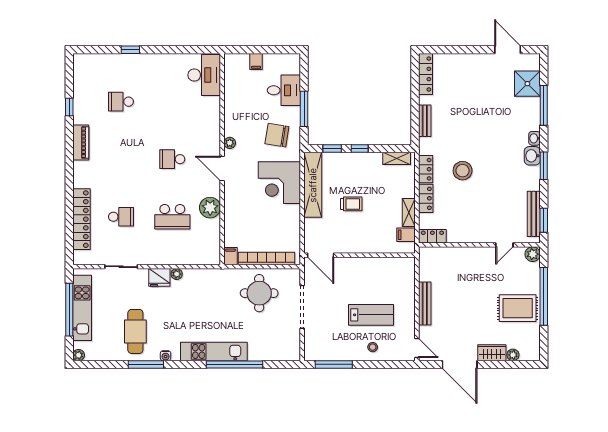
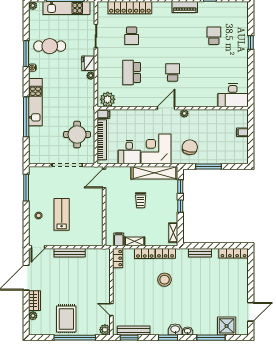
desk: (284, 90) -> (129, 152), moved
plant: (210, 208) -> (108, 99), moved
lab bench: (371, 315) -> (62, 214), turned 180

